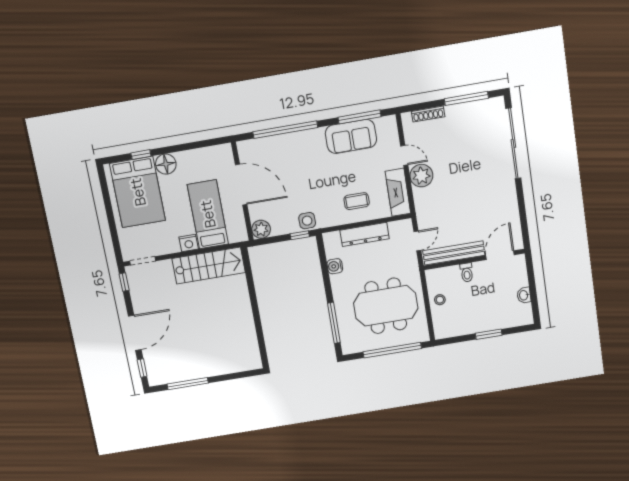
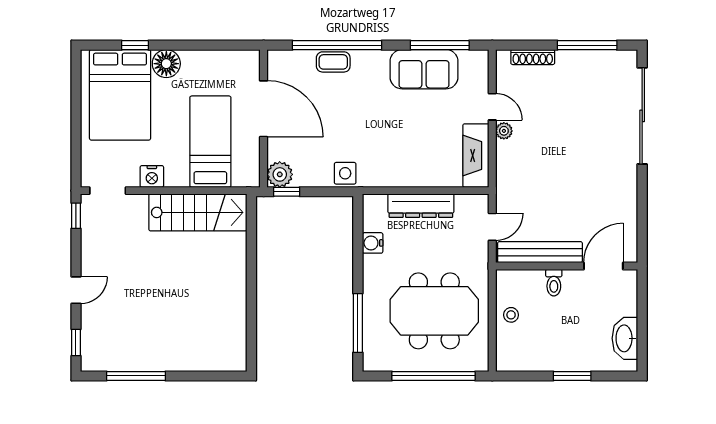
plant: (421, 176) -> (504, 131), width x0.53, depth x0.53
coffee table: (357, 201) -> (333, 62), moved
window: (300, 235) -> (287, 192), moved
nightstand: (189, 243) -> (152, 176), moved
washbasin: (524, 295) -> (625, 338), width x1.91, depth x1.45
door: (135, 333) -> (76, 290), width x0.53

